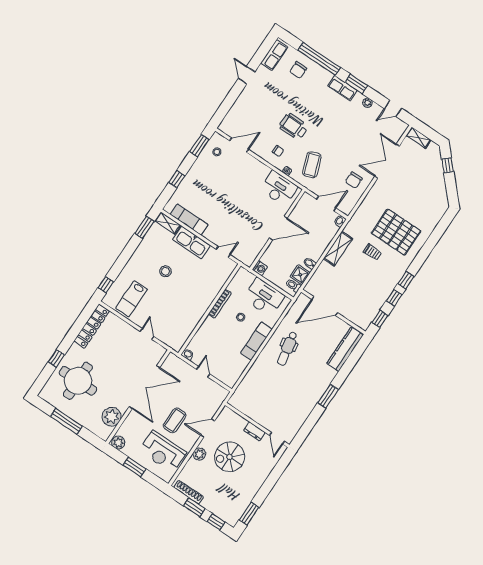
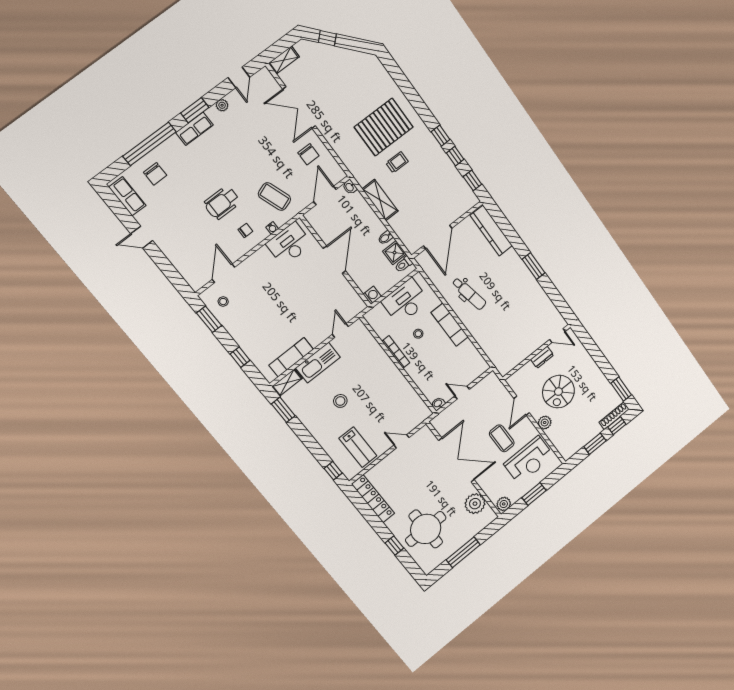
shoe rack: (189, 492) -> (614, 416), moved

